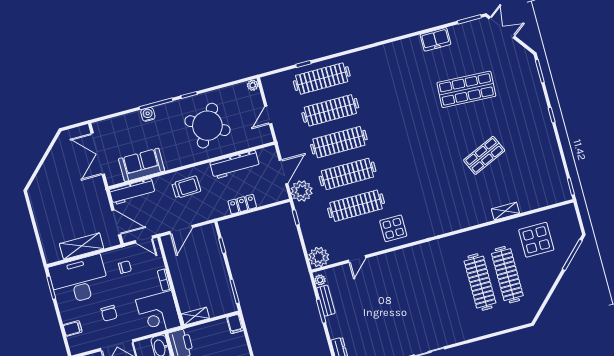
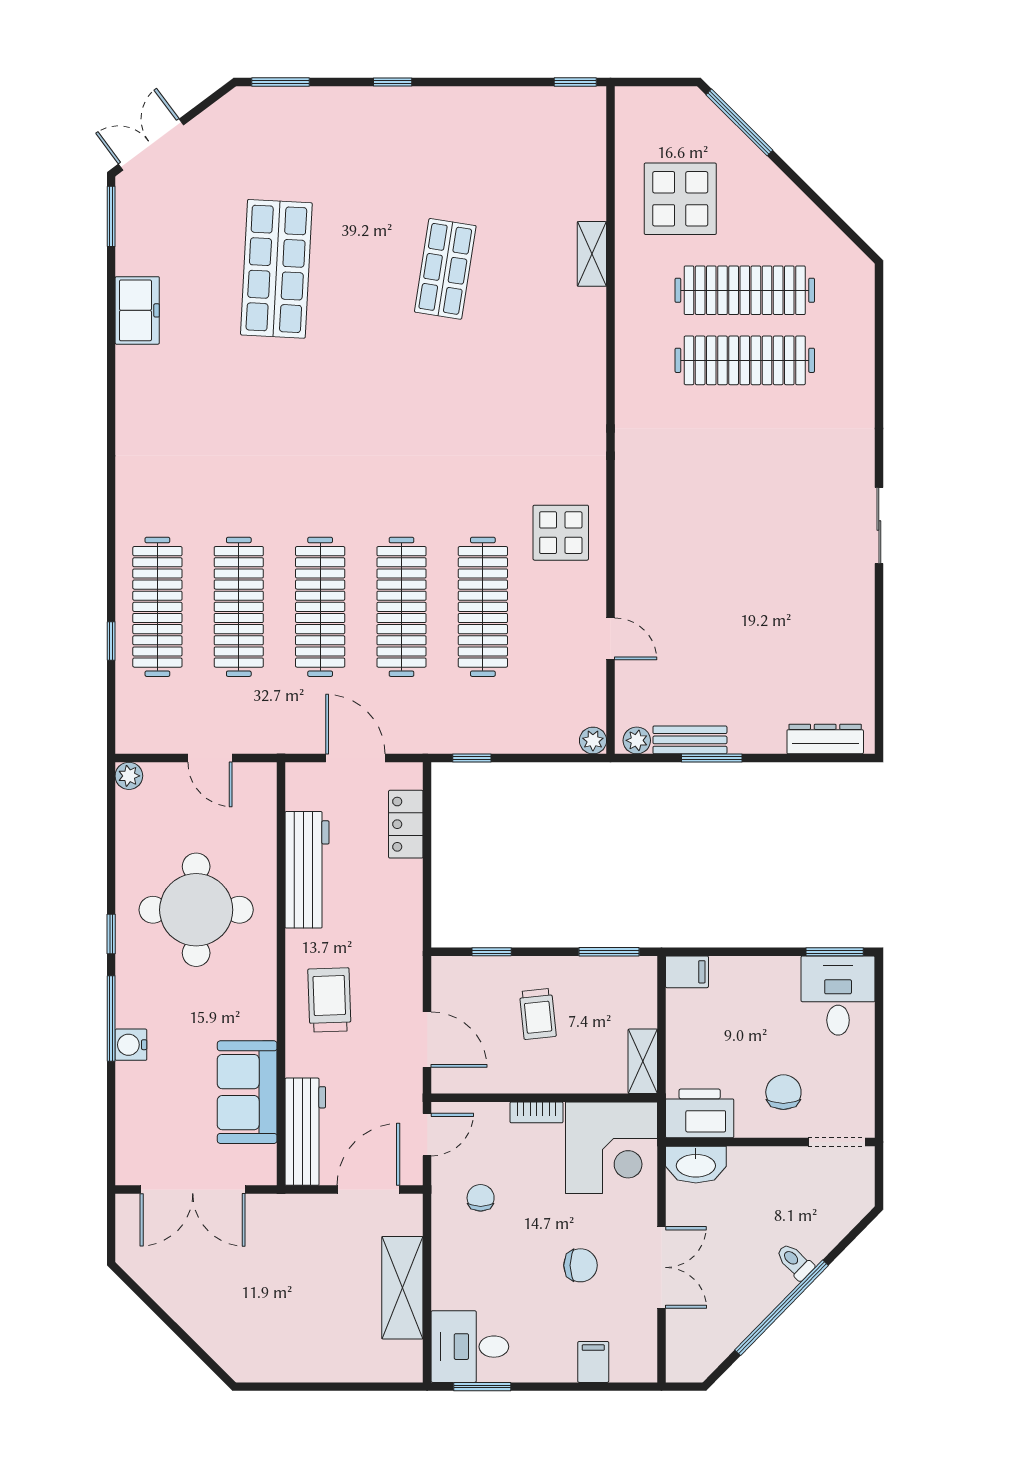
round table: (207, 126) -> (196, 910), turned -30
shop shelf: (484, 155) -> (445, 269), turned 33
plant: (302, 191) -> (413, 727), removed
locker: (242, 204) -> (406, 824), moved
plant: (319, 257) -> (593, 741), width x0.53, depth x0.53
trolley: (203, 270) -> (538, 1014), added
desk: (79, 280) -> (470, 1347), width x0.53, depth x0.77

